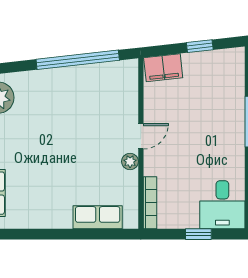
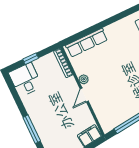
row of seats: (98, 217) -> (87, 43), width x1.48

